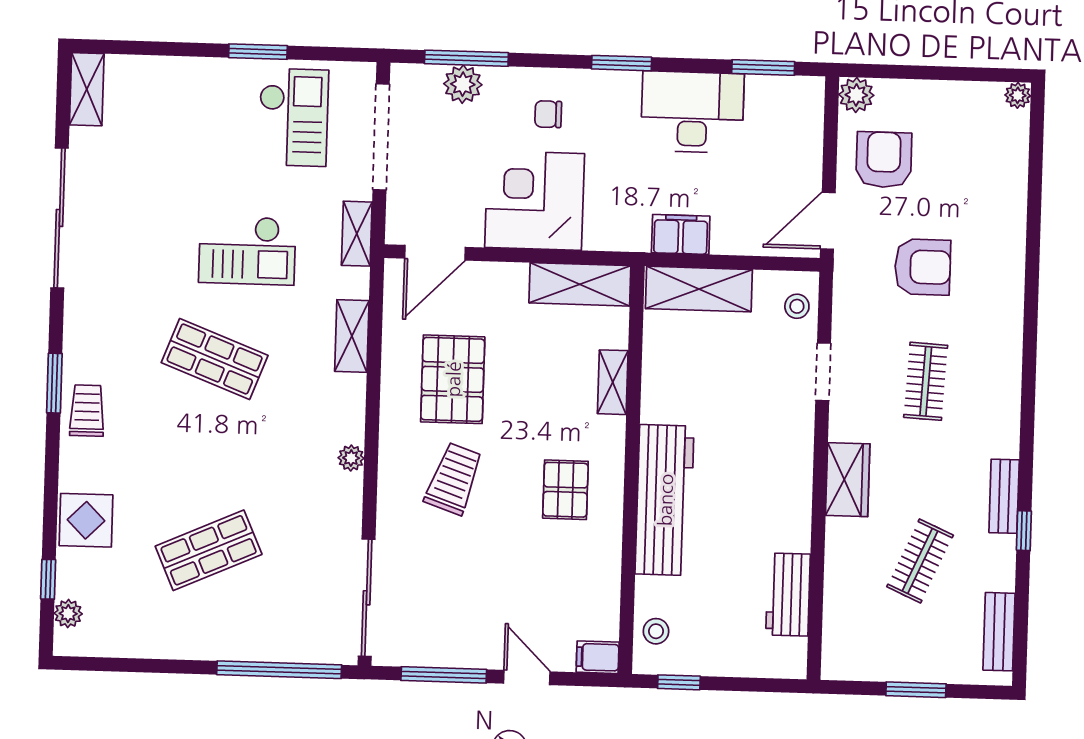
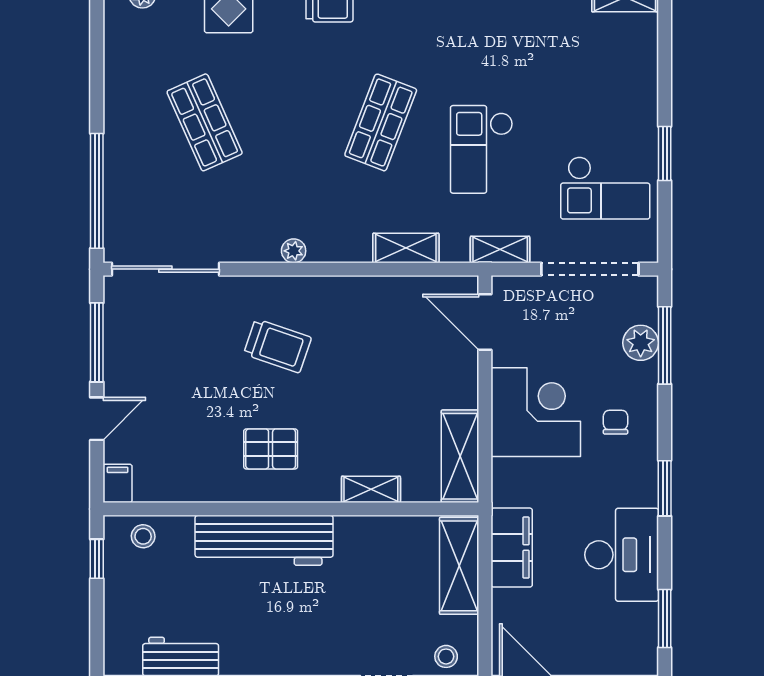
filing cabinet: (681, 234) -> (512, 548), width x1.50, depth x1.17
pallet: (453, 379) -> (369, 342), removed

